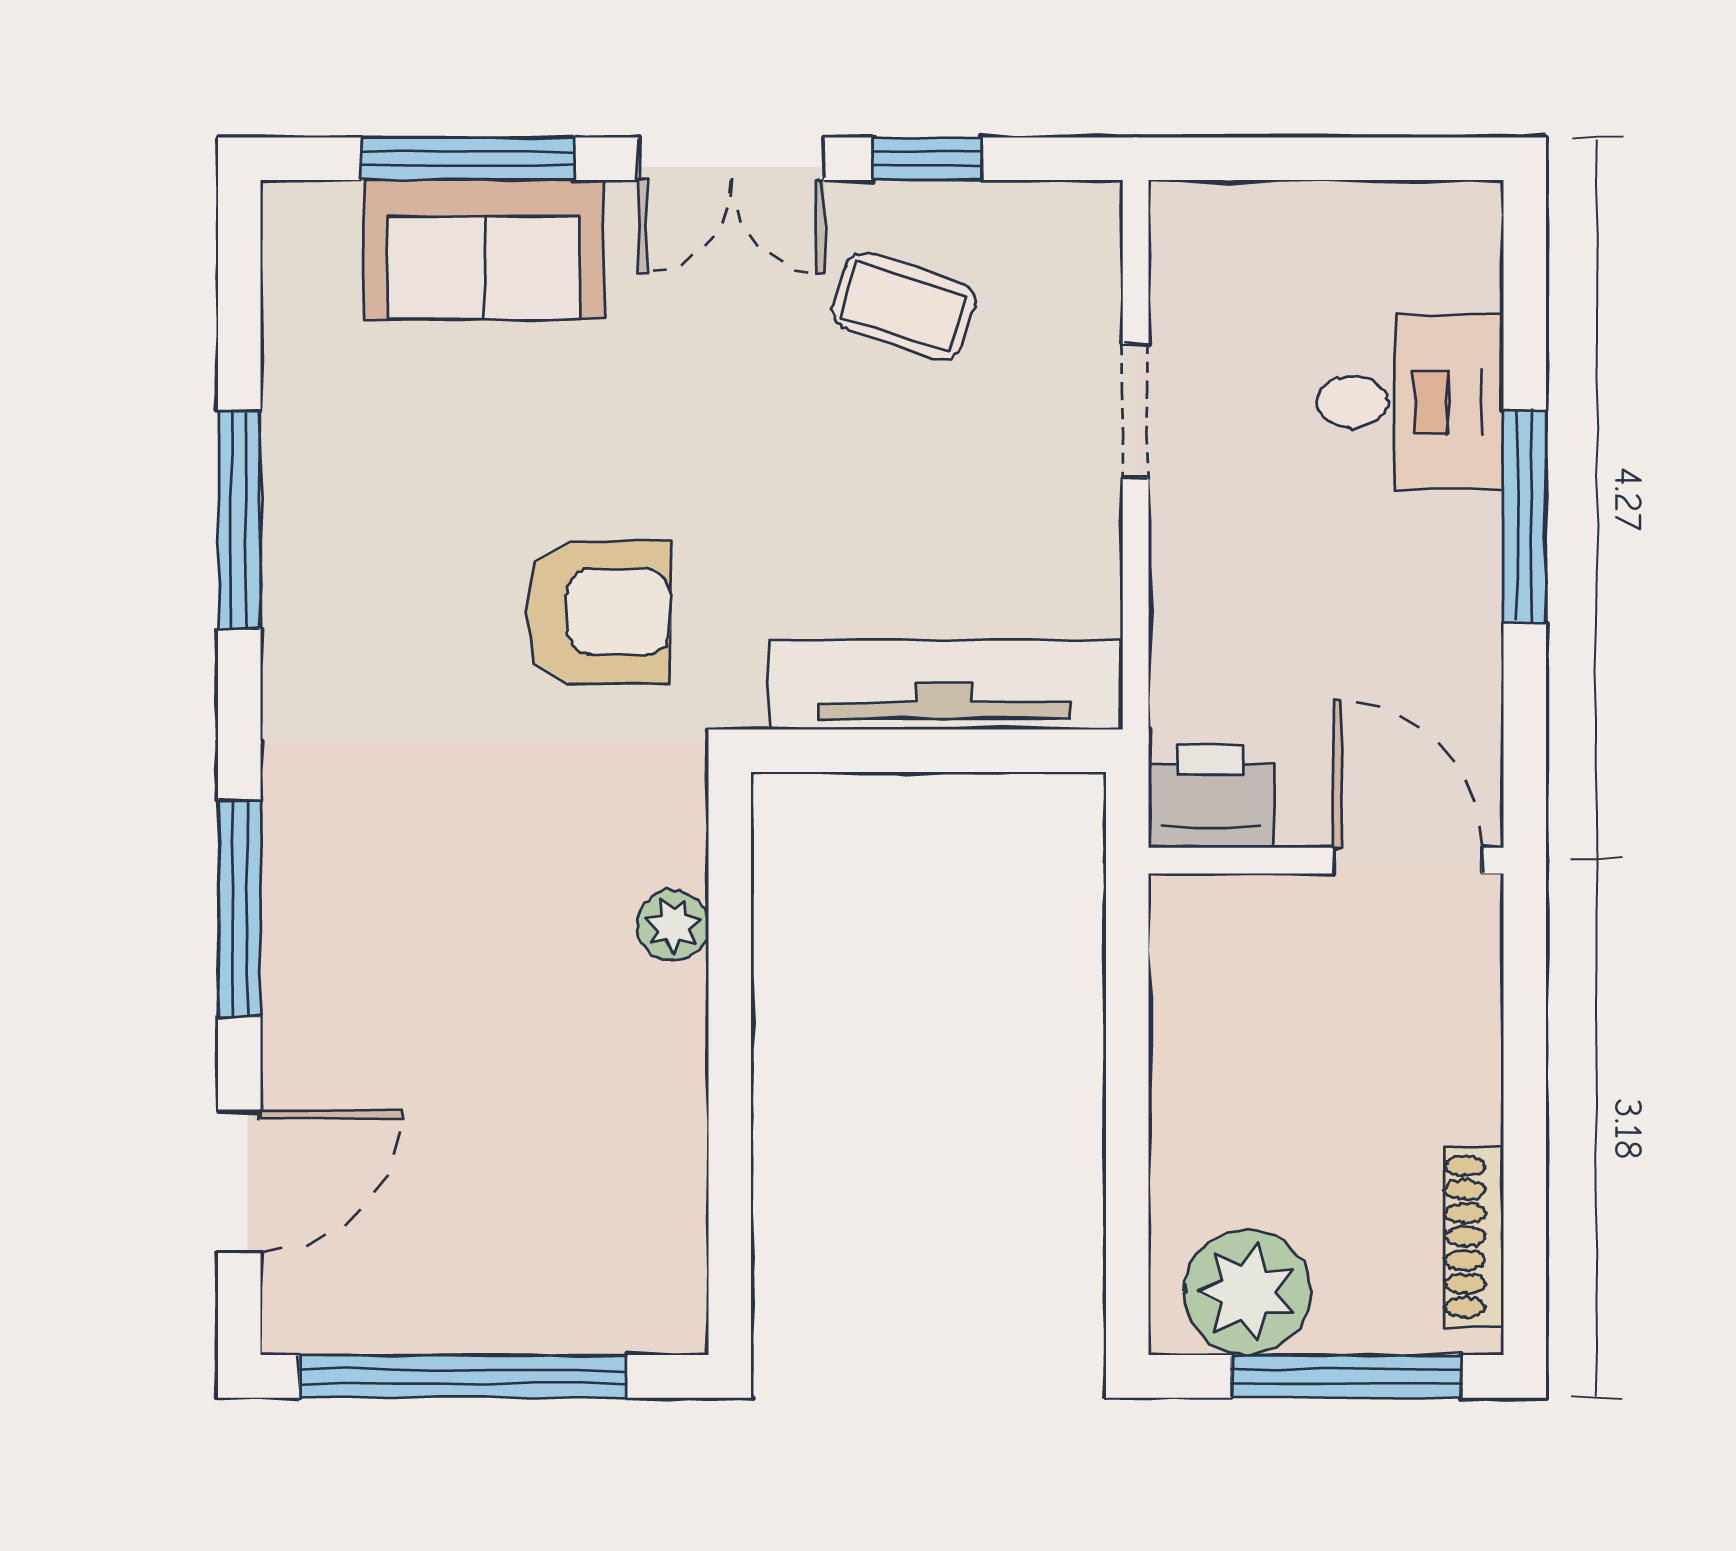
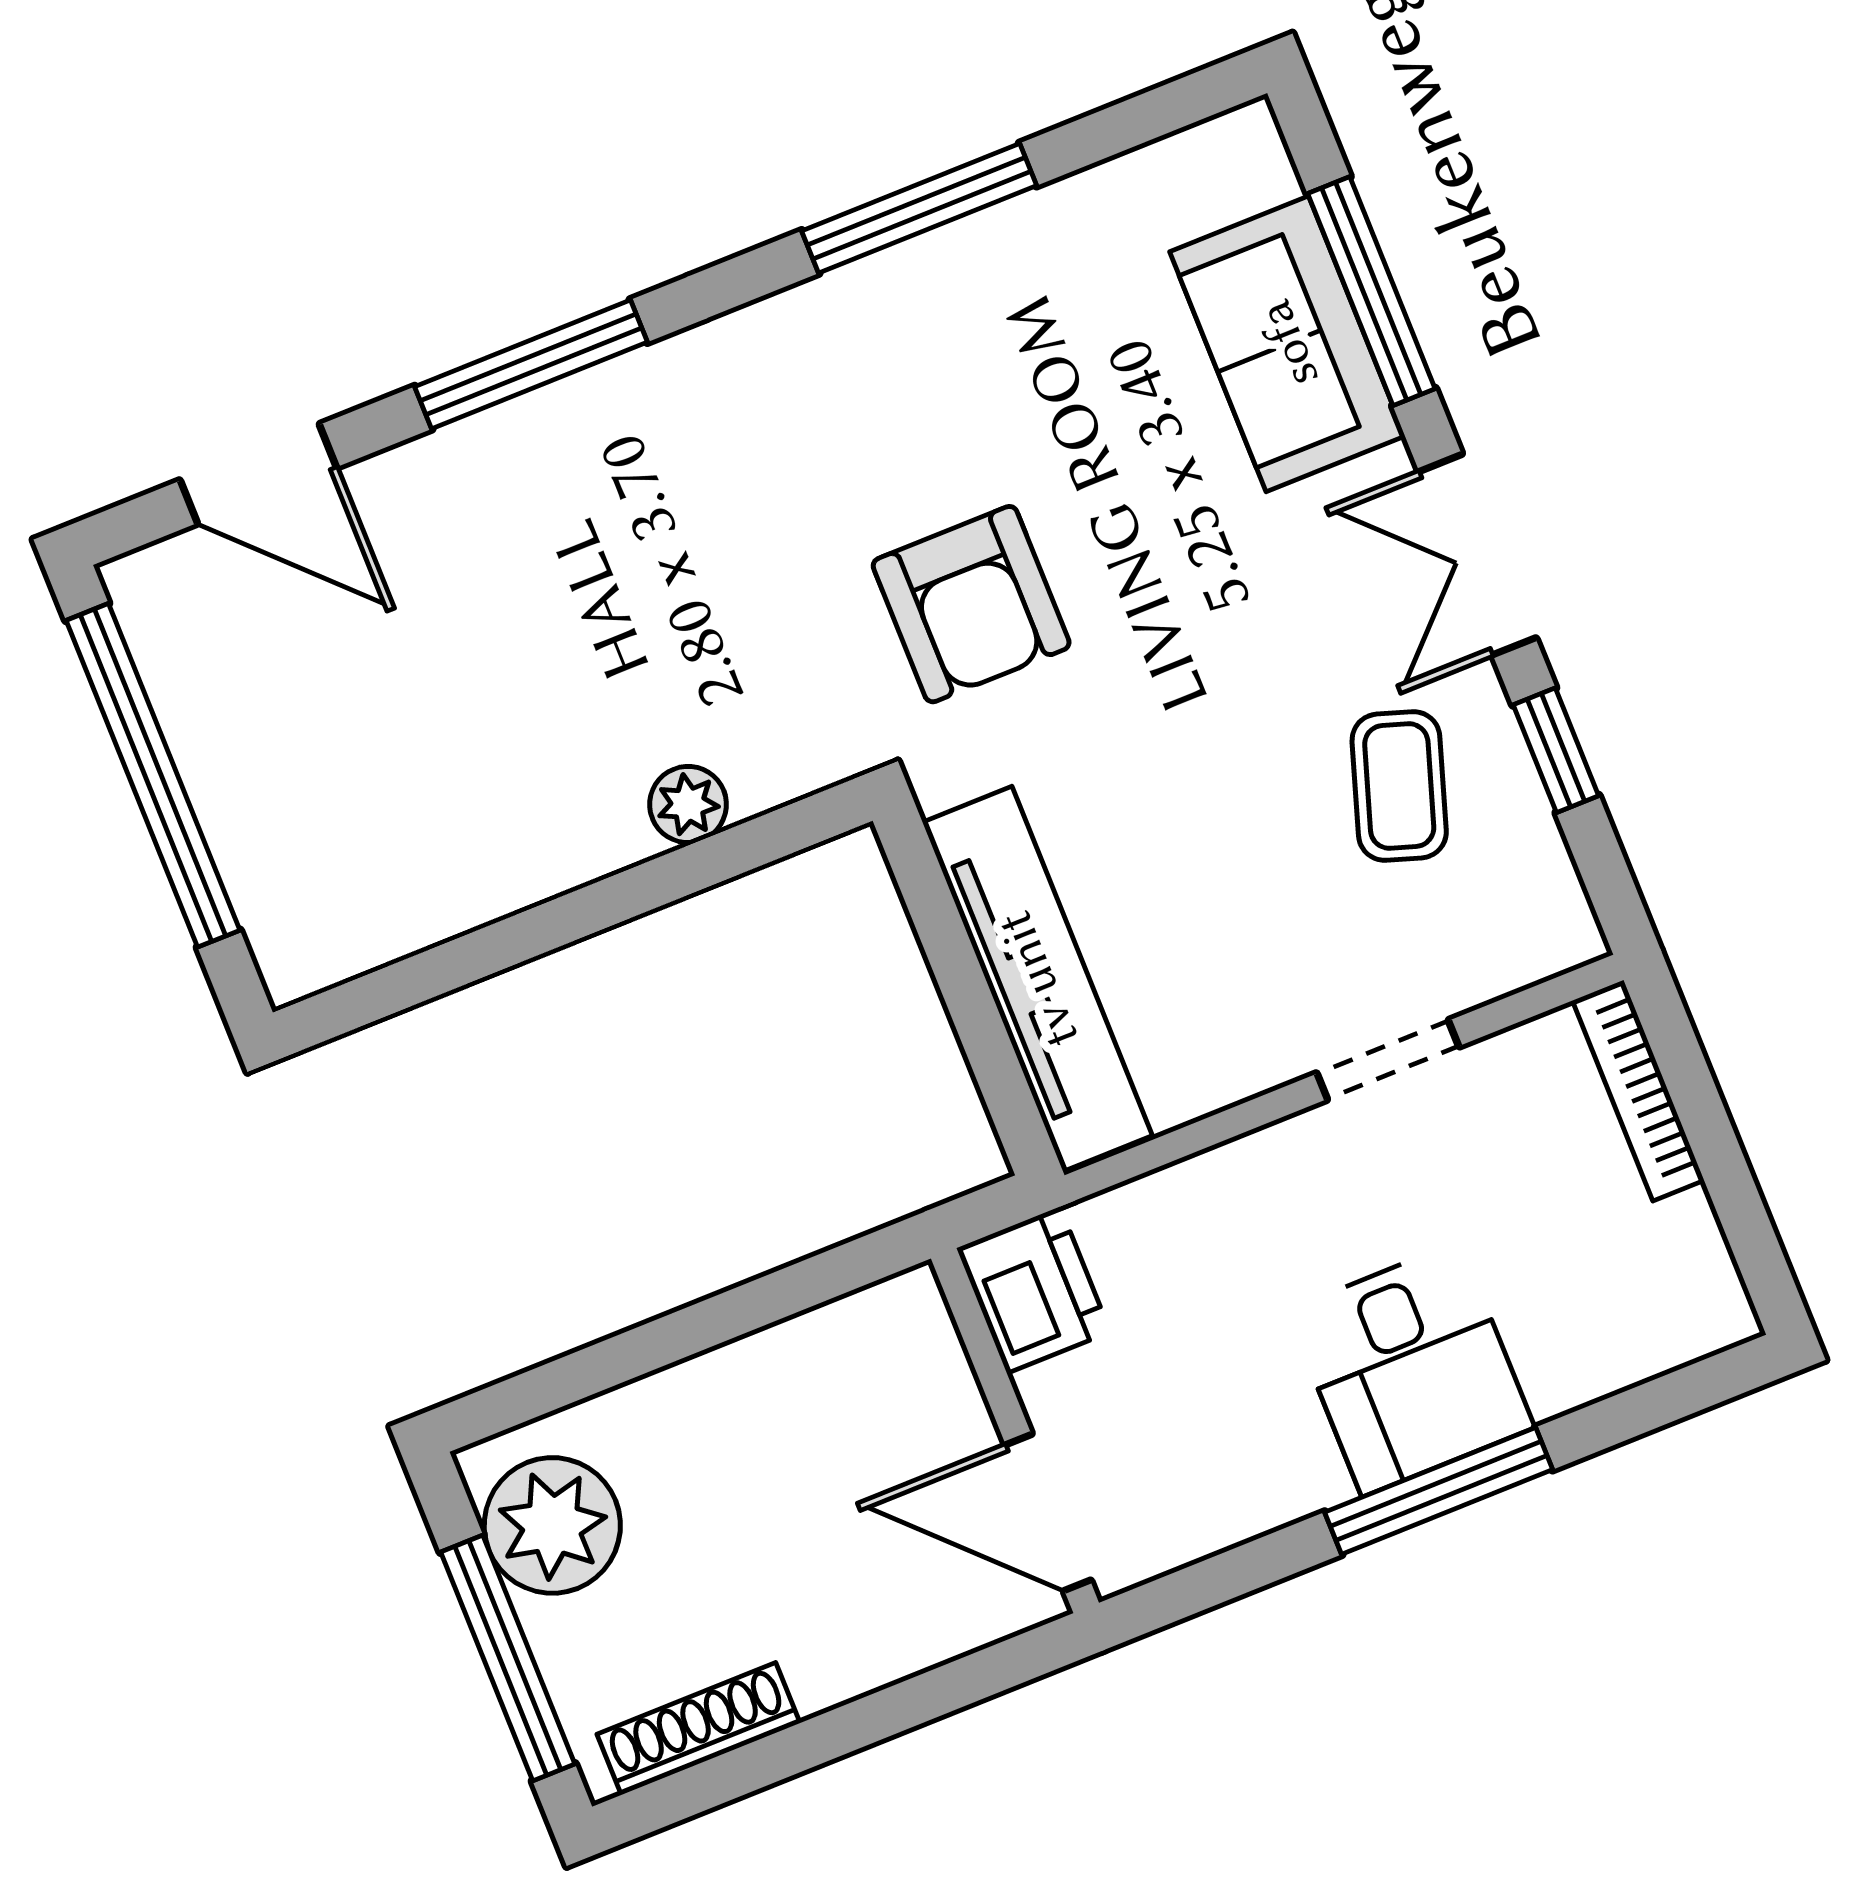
bookcase: (1249, 206) -> (1638, 1091), added
desk: (1410, 402) -> (1411, 1369), moved
door: (1408, 861) -> (1048, 1512), swing flipped

